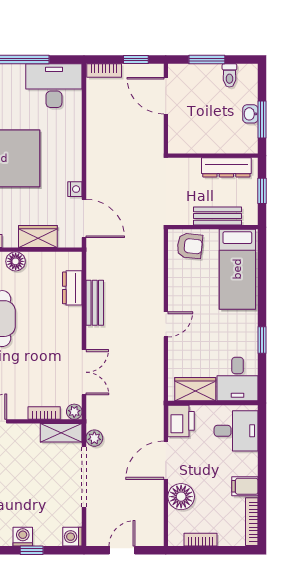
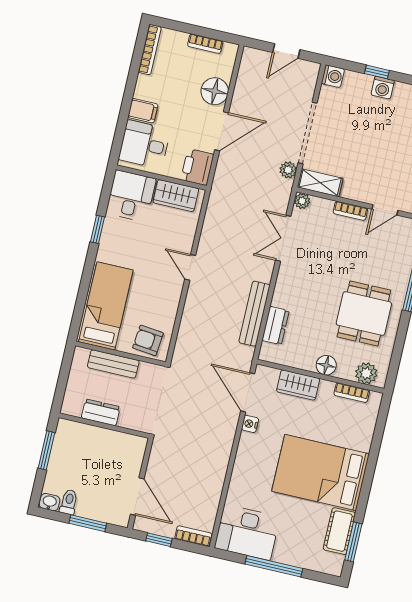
washbasin: (250, 114) -> (50, 502), moved, turned -90
dresser: (226, 167) -> (101, 412), width x0.70
window: (262, 191) -> (63, 379), removed
bench: (95, 303) -> (254, 314), width x1.36
door: (166, 324) -> (190, 267), hinge flipped
bookcase: (44, 413) -> (350, 211), moved
filing cabinet: (245, 486) -> (143, 111), moved

